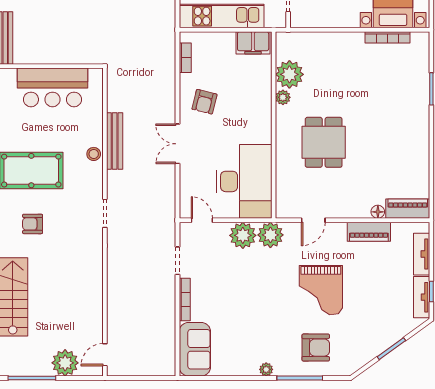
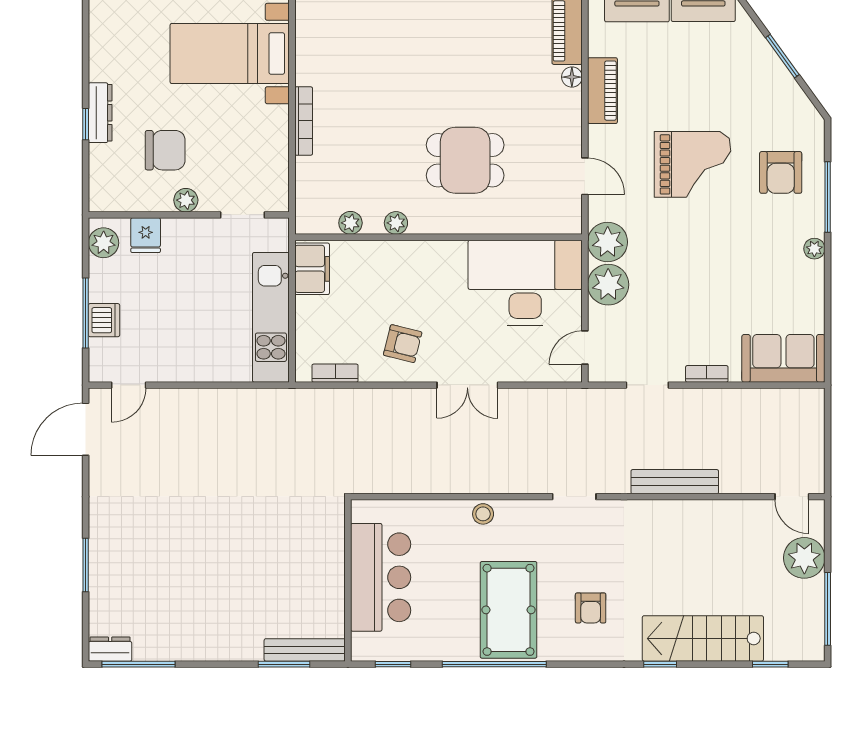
bookcase: (387, 37) -> (304, 121), moved
plant: (289, 74) -> (350, 223), width x0.53, depth x0.53
bench: (115, 141) -> (675, 482), moved
bookcase: (185, 299) -> (707, 374), width x0.64
armchair: (316, 348) -> (781, 172), turned 180

